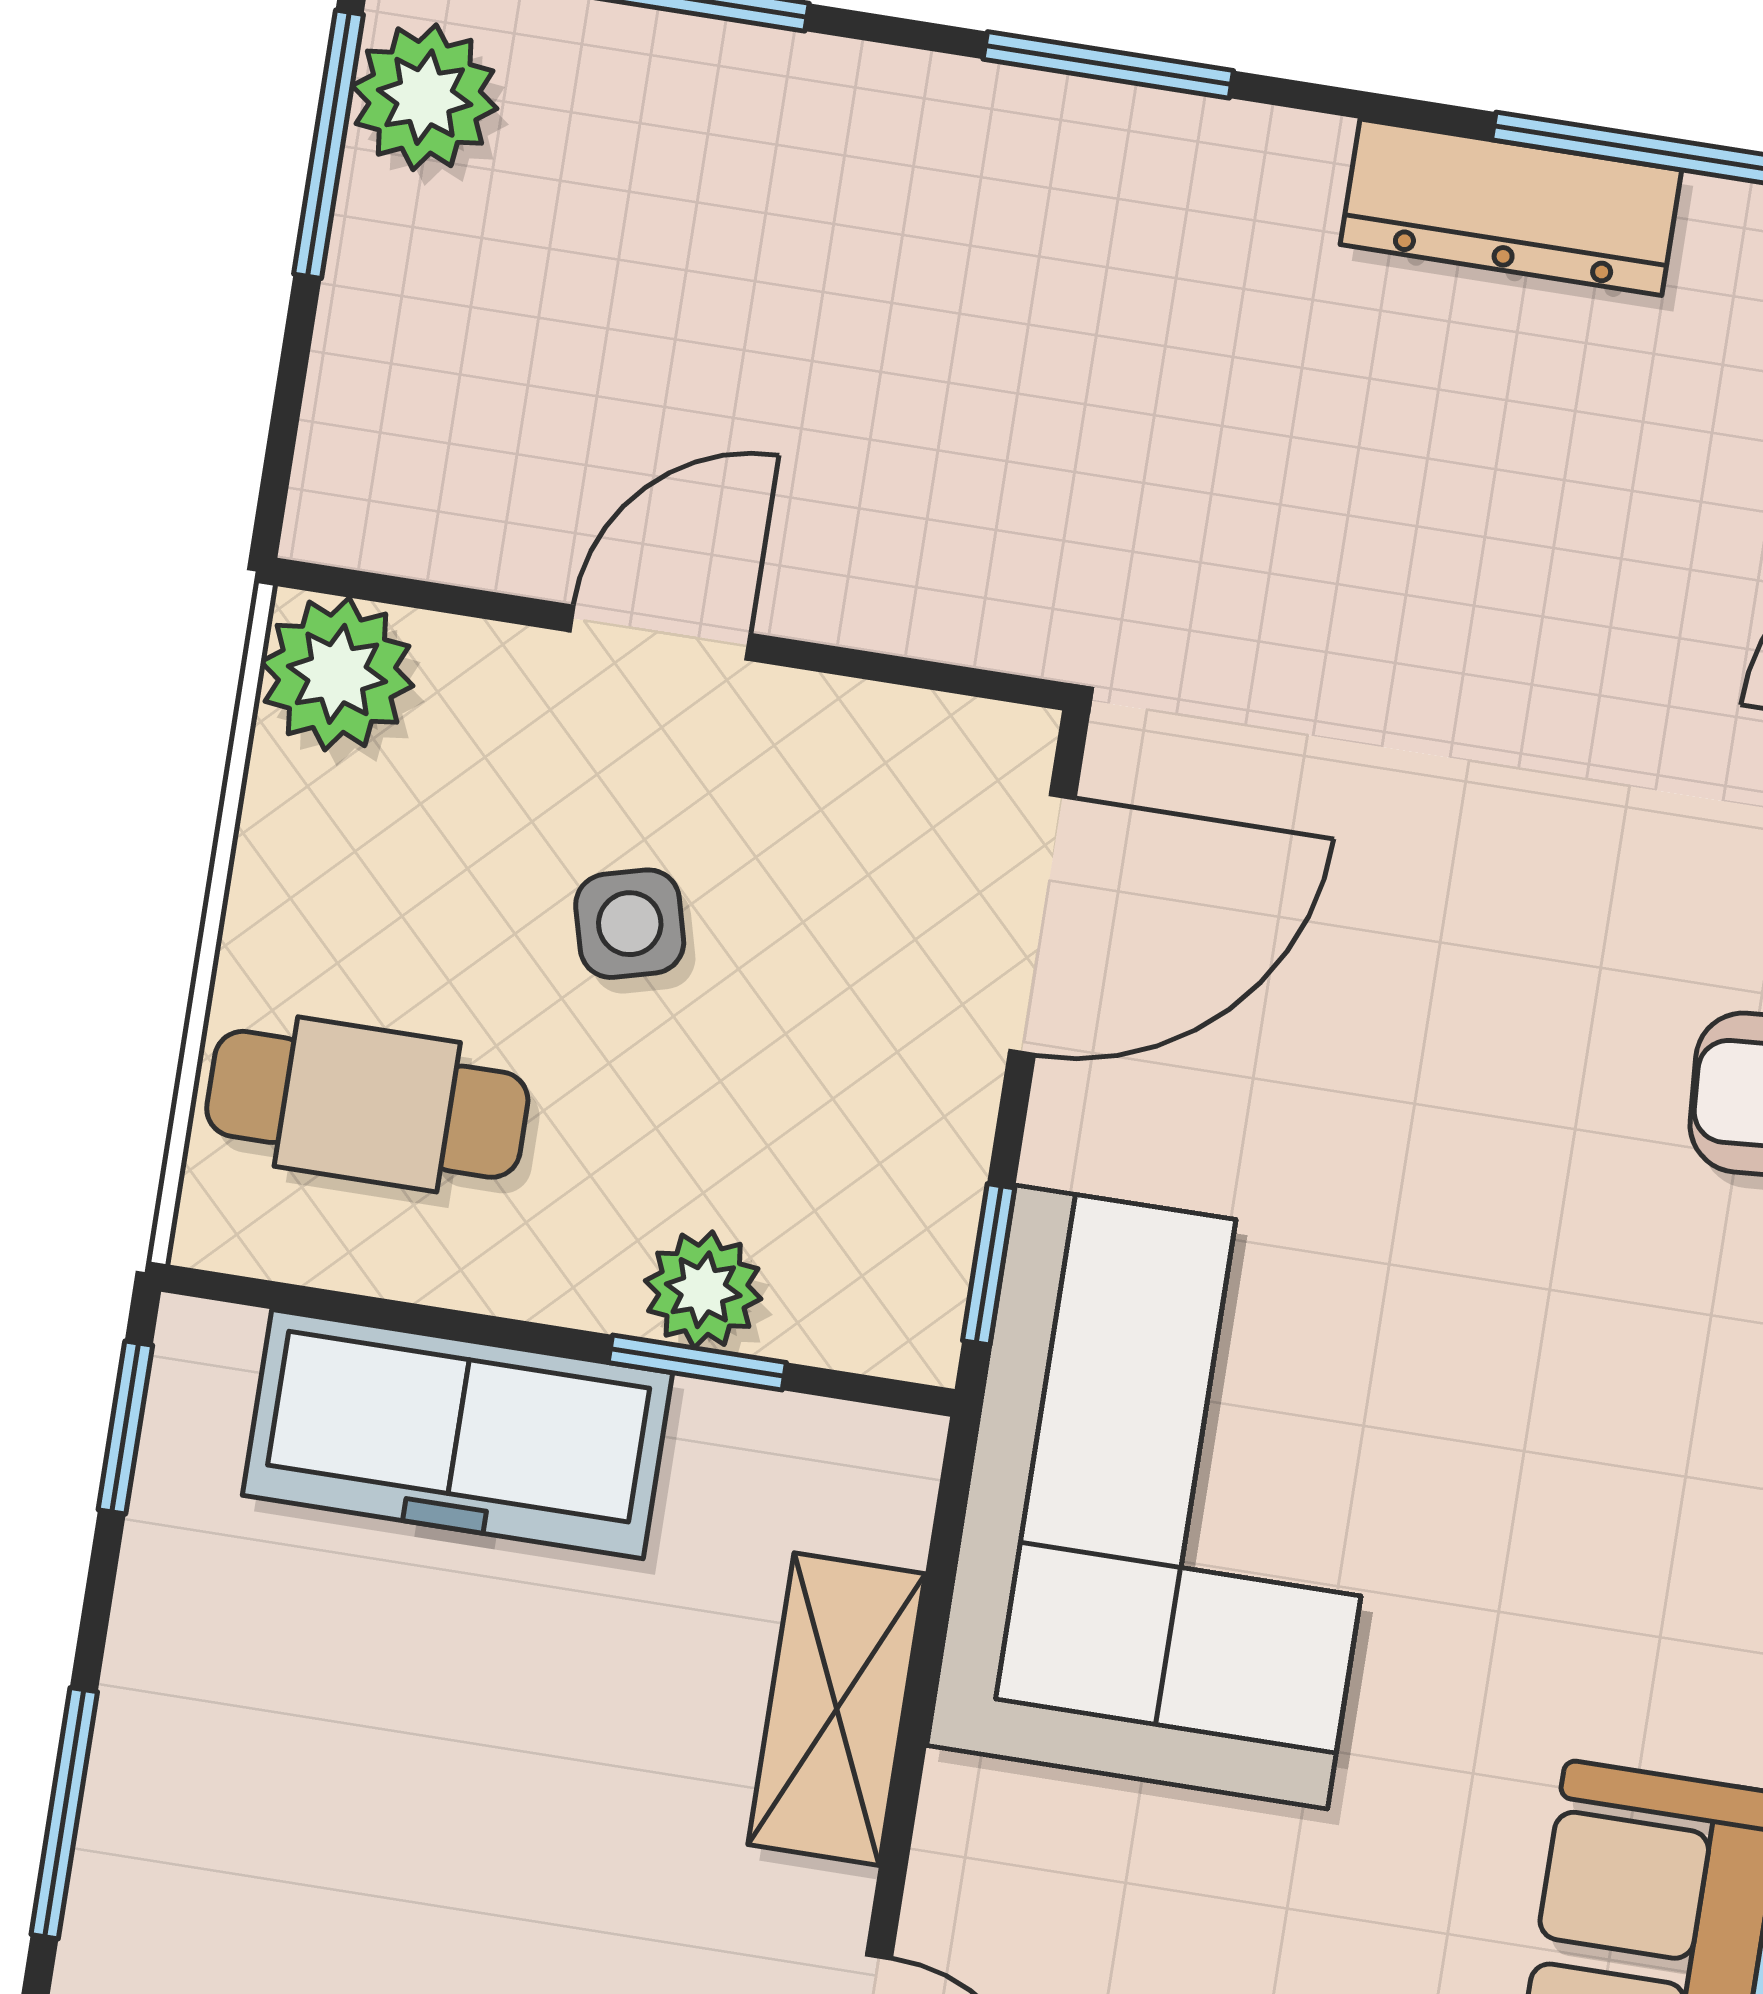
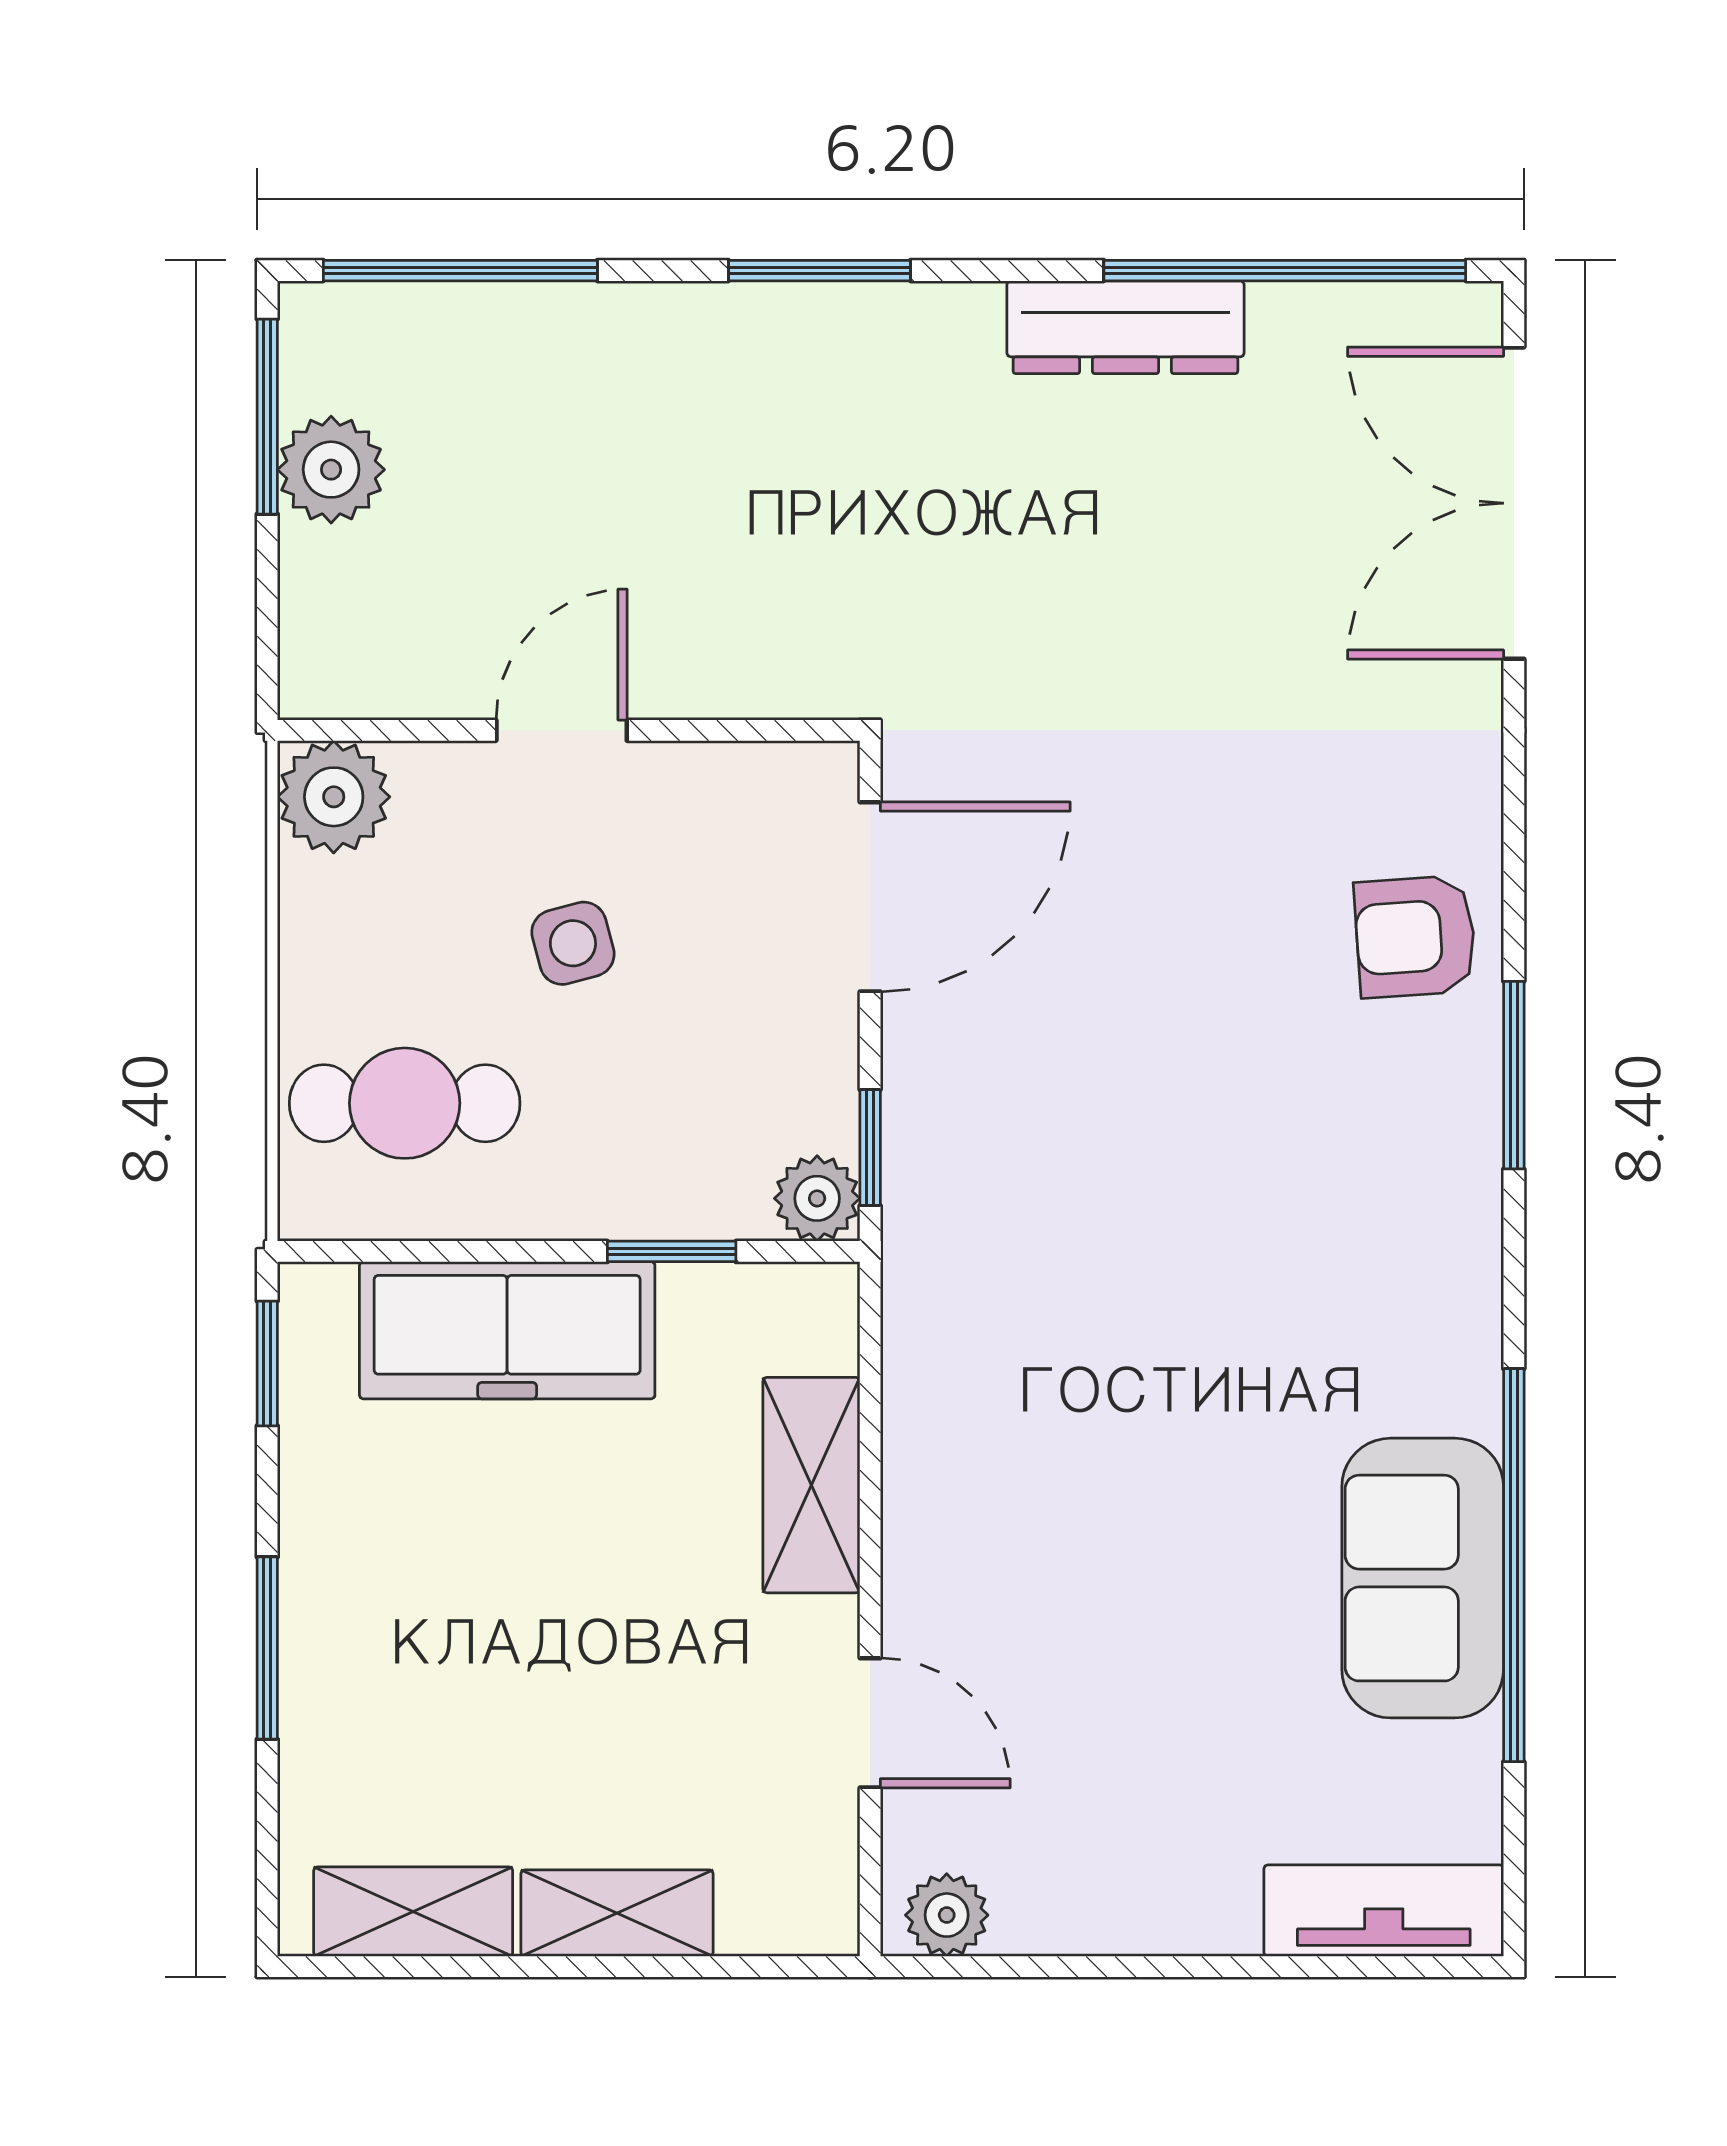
plant: (425, 97) -> (331, 470), moved
plant: (703, 1290) -> (817, 1198), moved
corner sofa: (1171, 1497) -> (1028, 1294), removed

